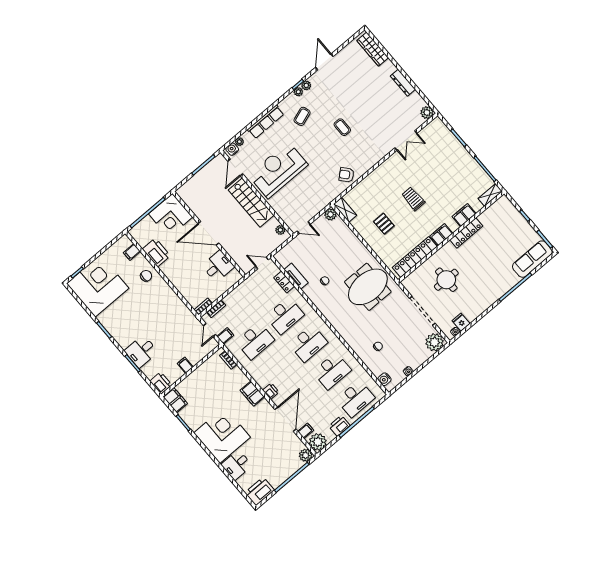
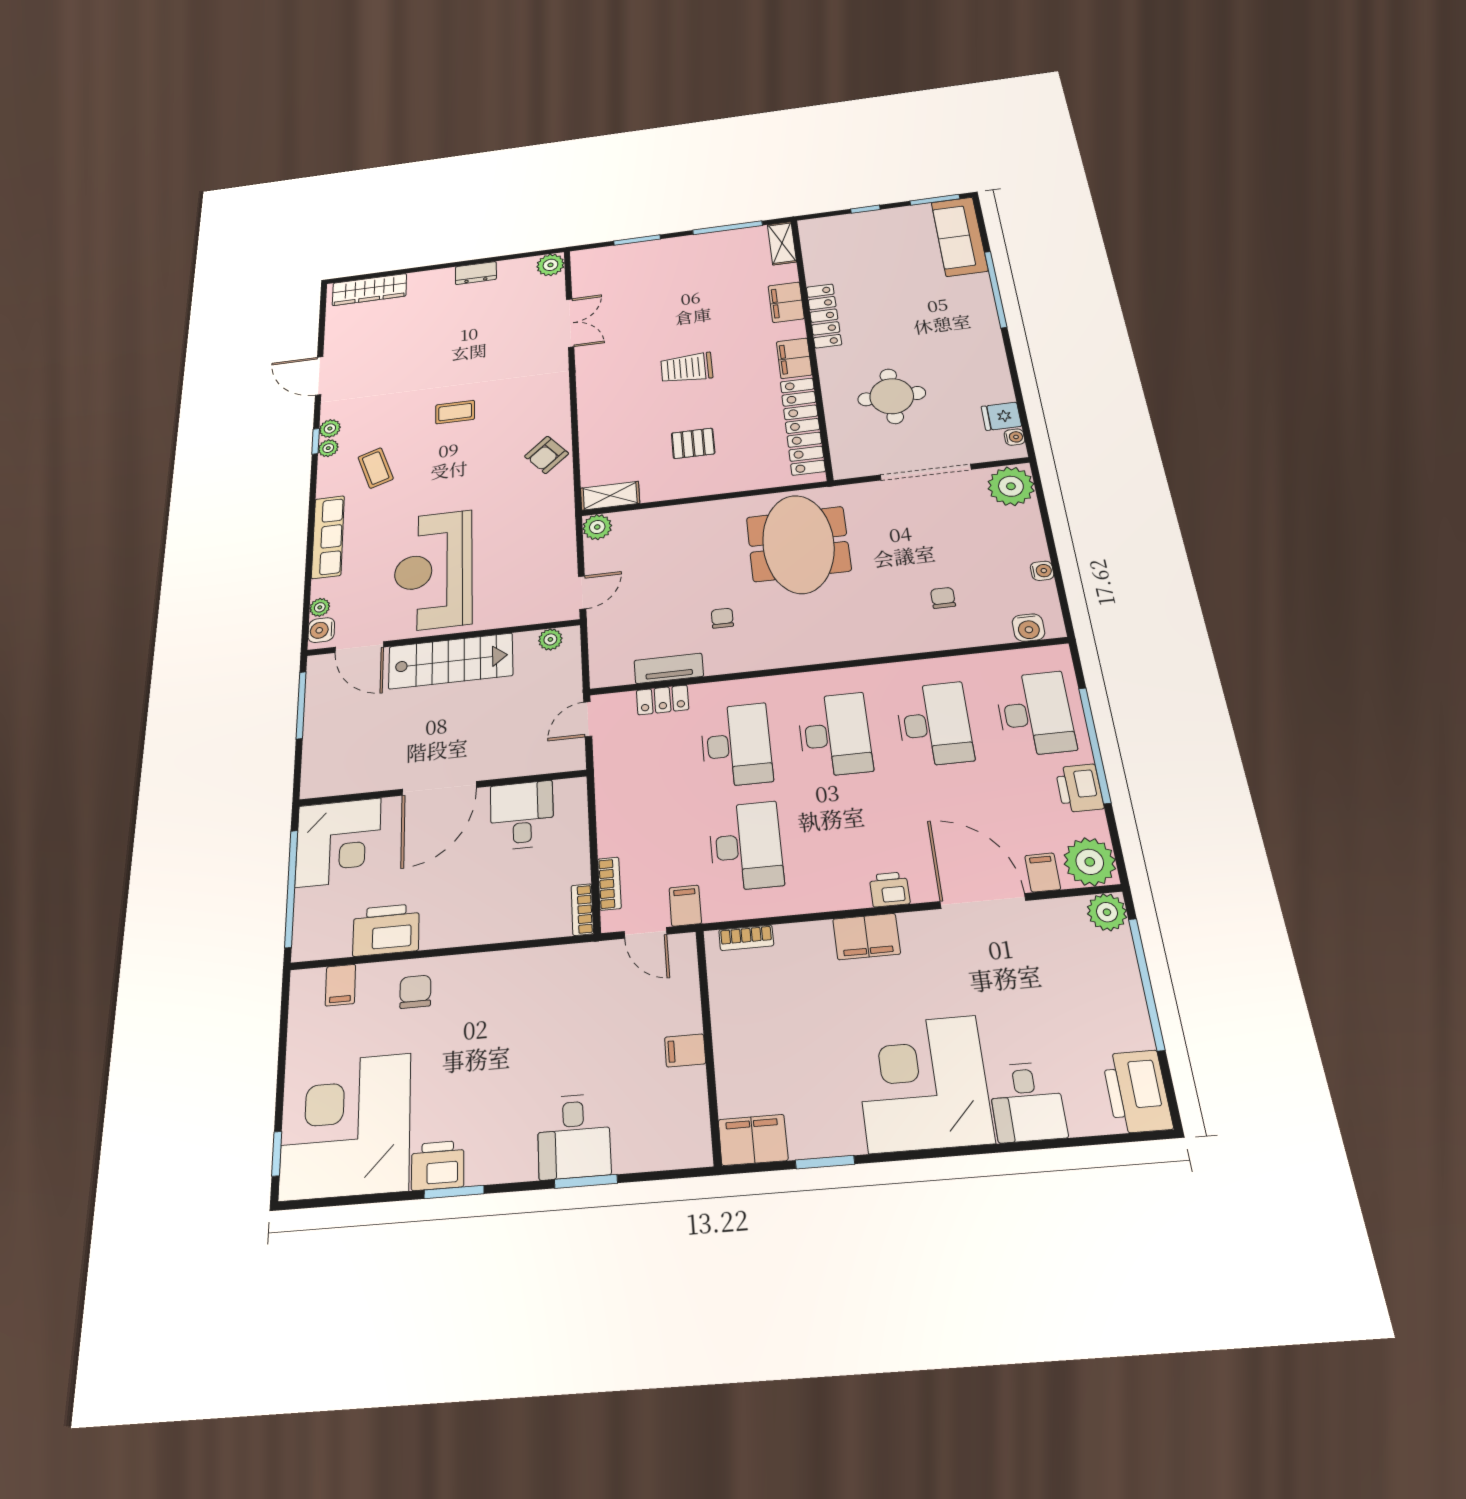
dresser: (403, 83) -> (476, 273), width x0.70
printer: (161, 383) -> (438, 1165), moved

